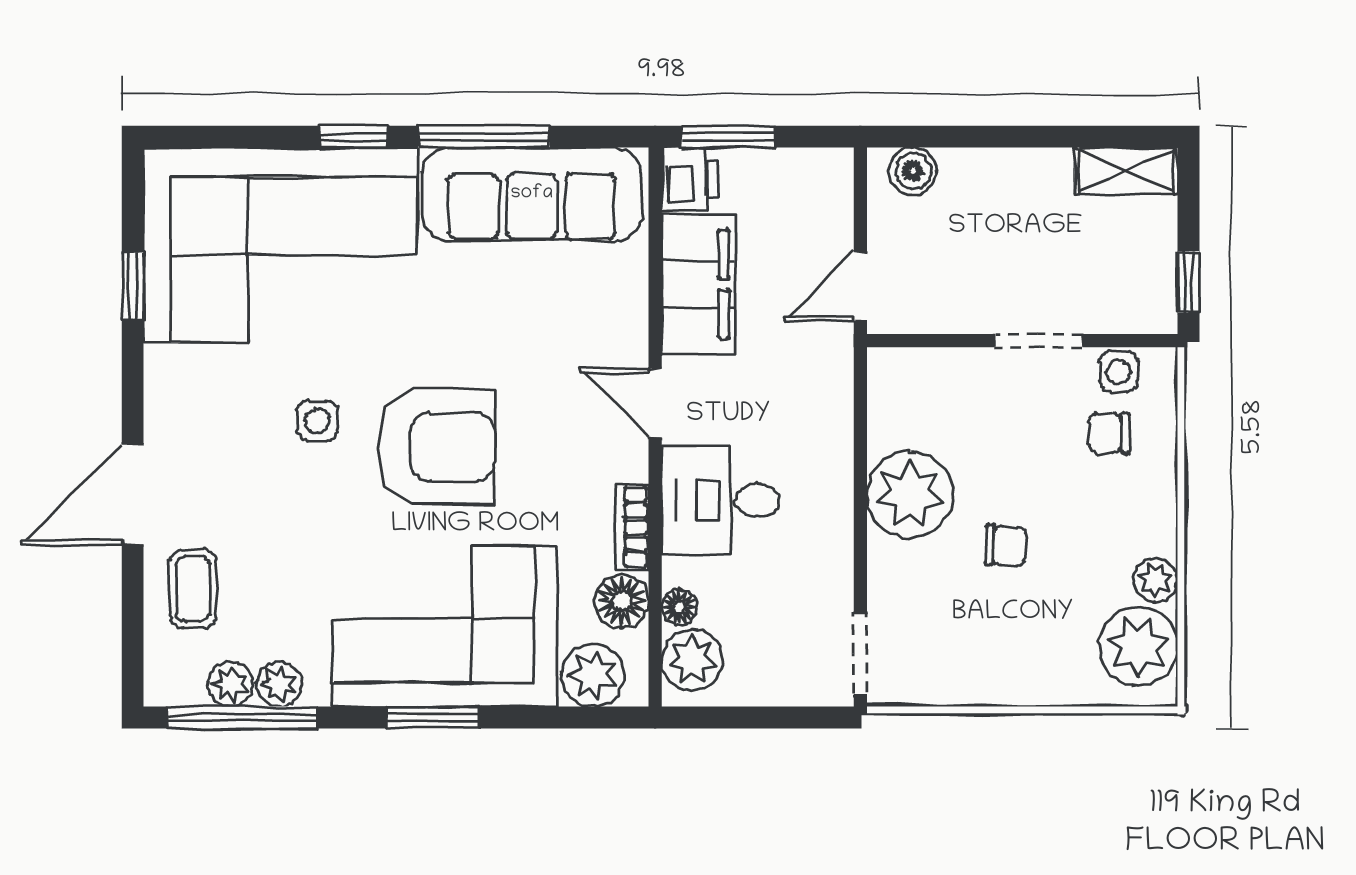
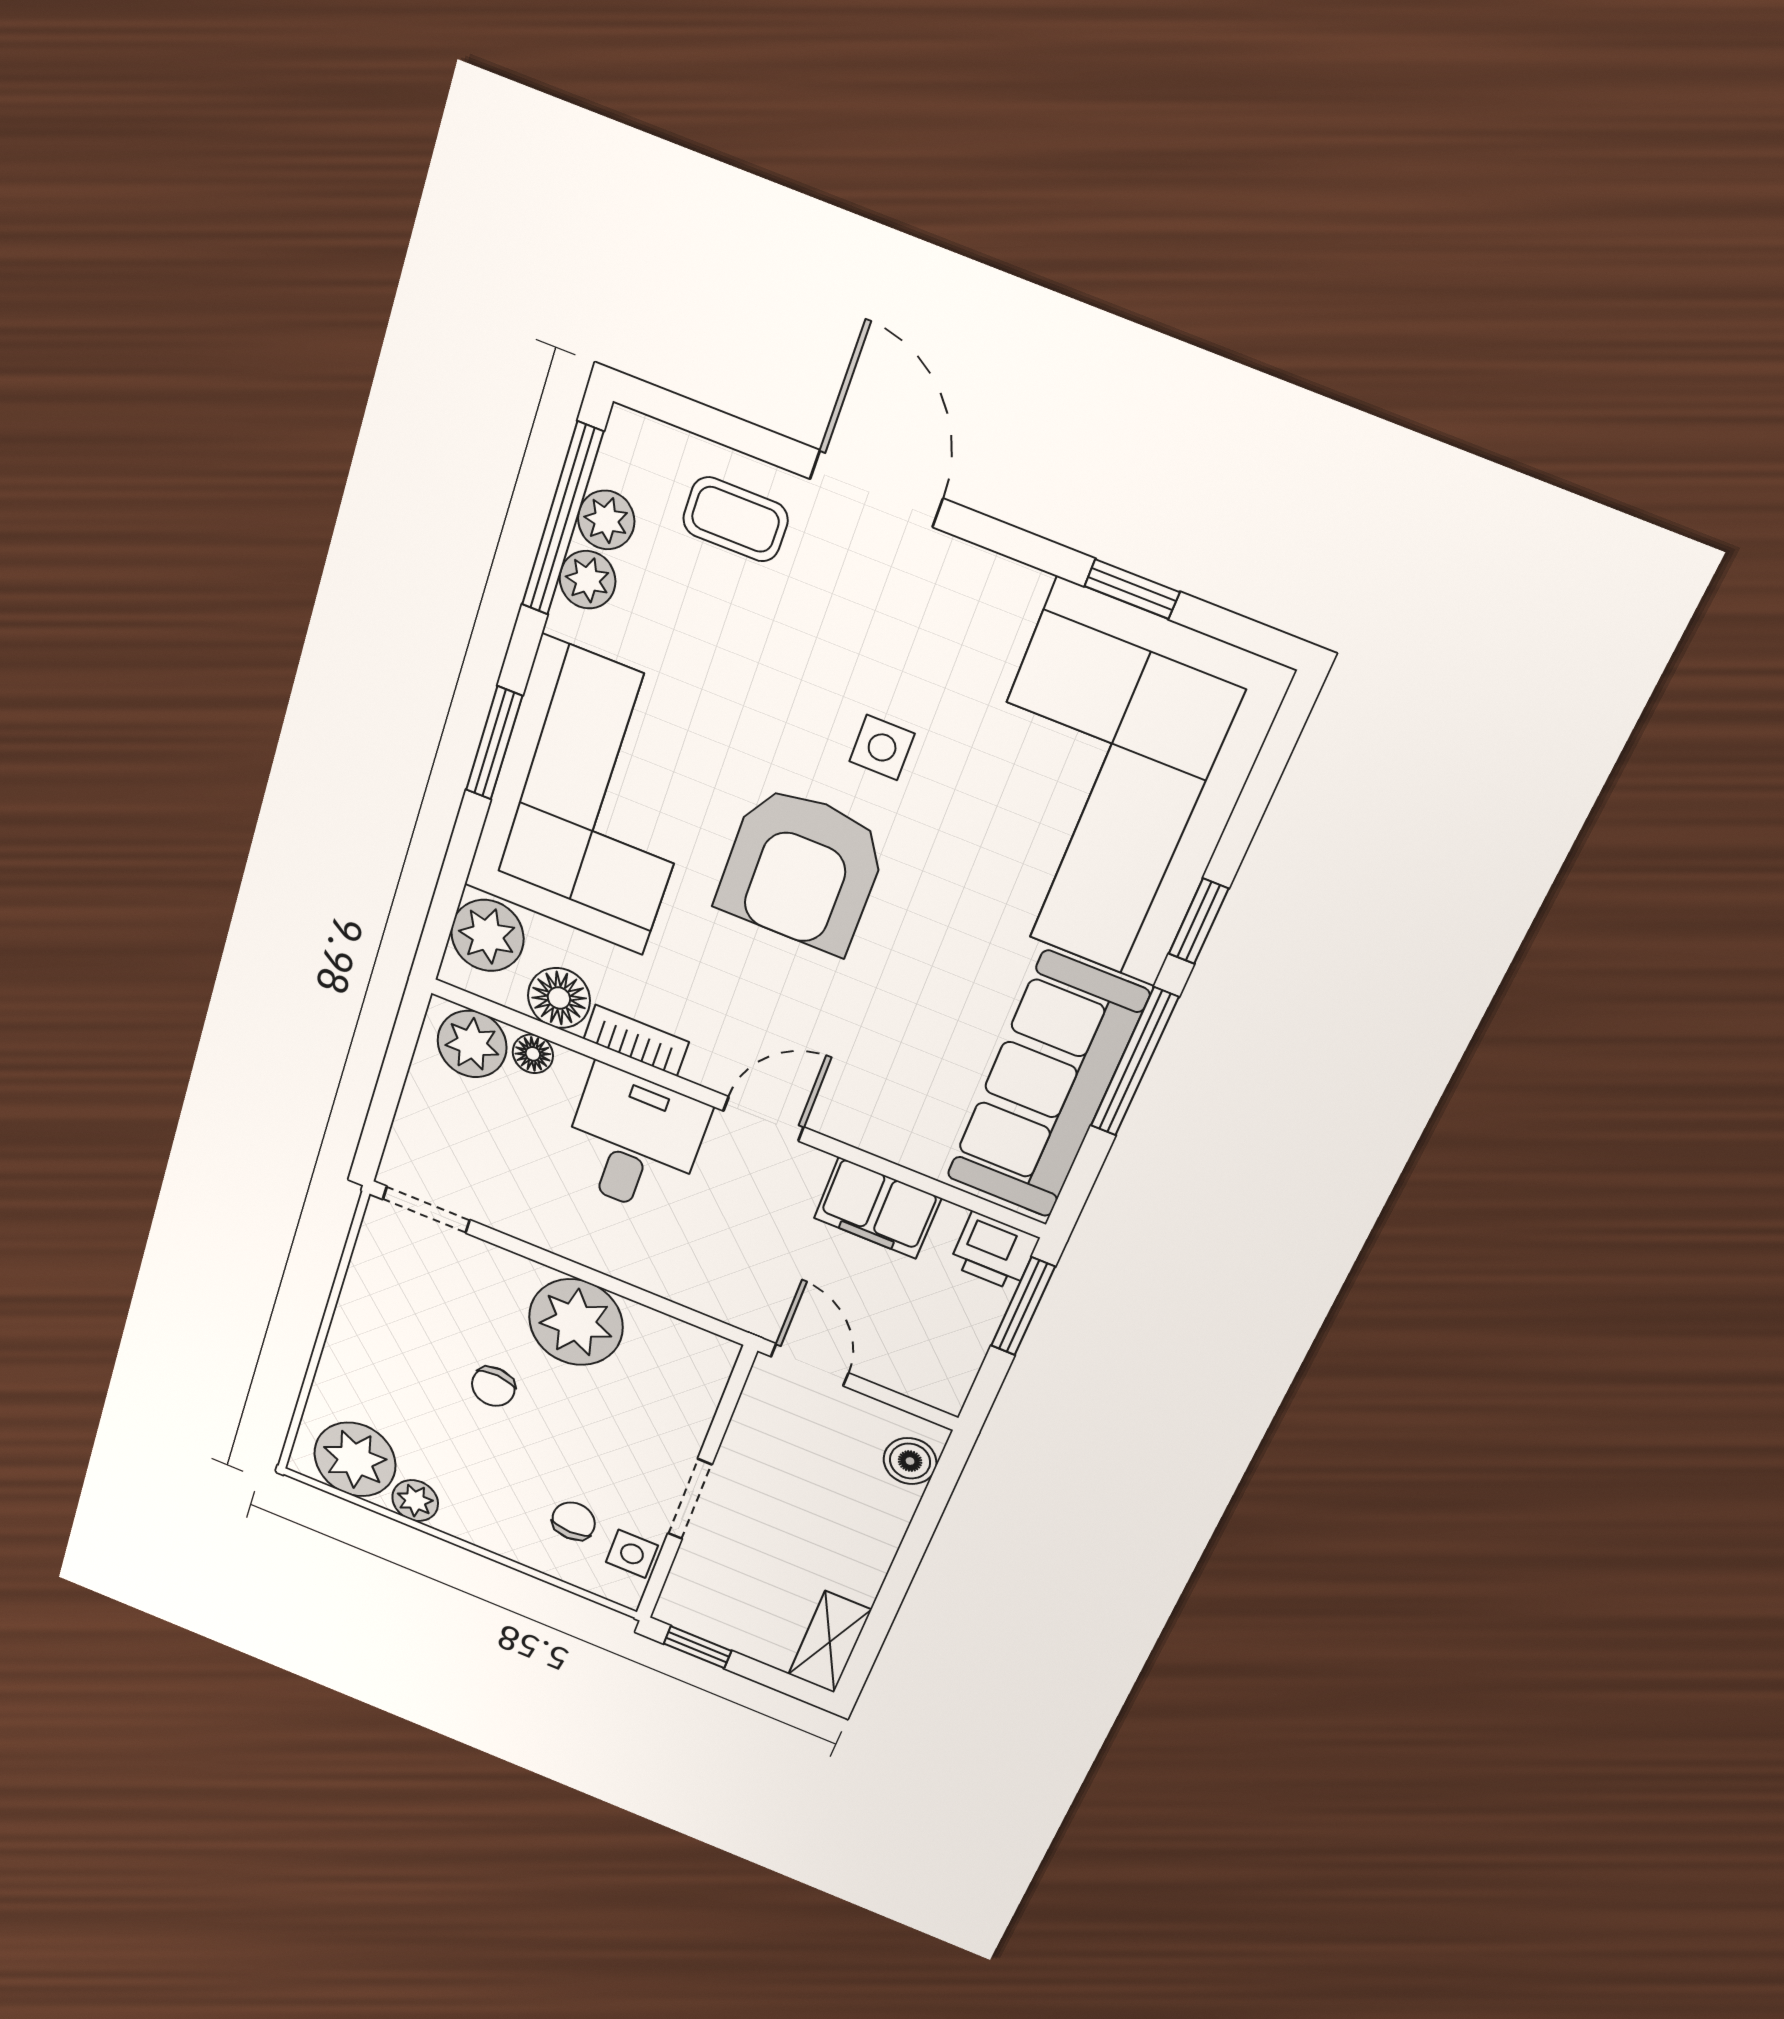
filing cabinet: (698, 284) -> (877, 1208), width x0.67, depth x0.86

